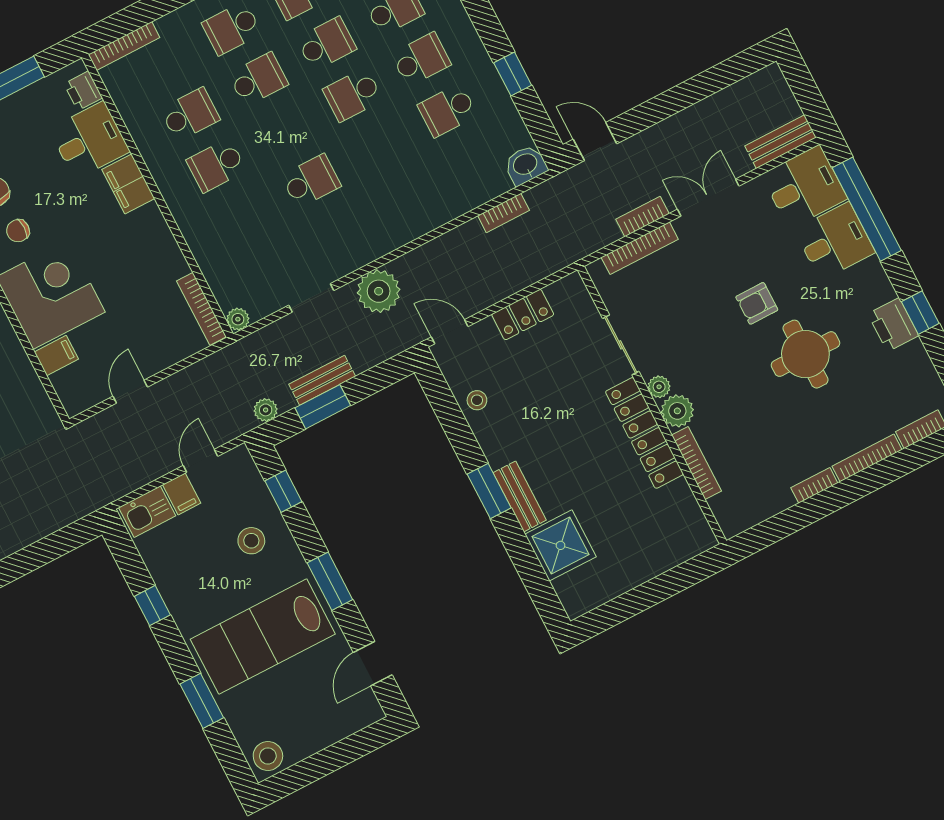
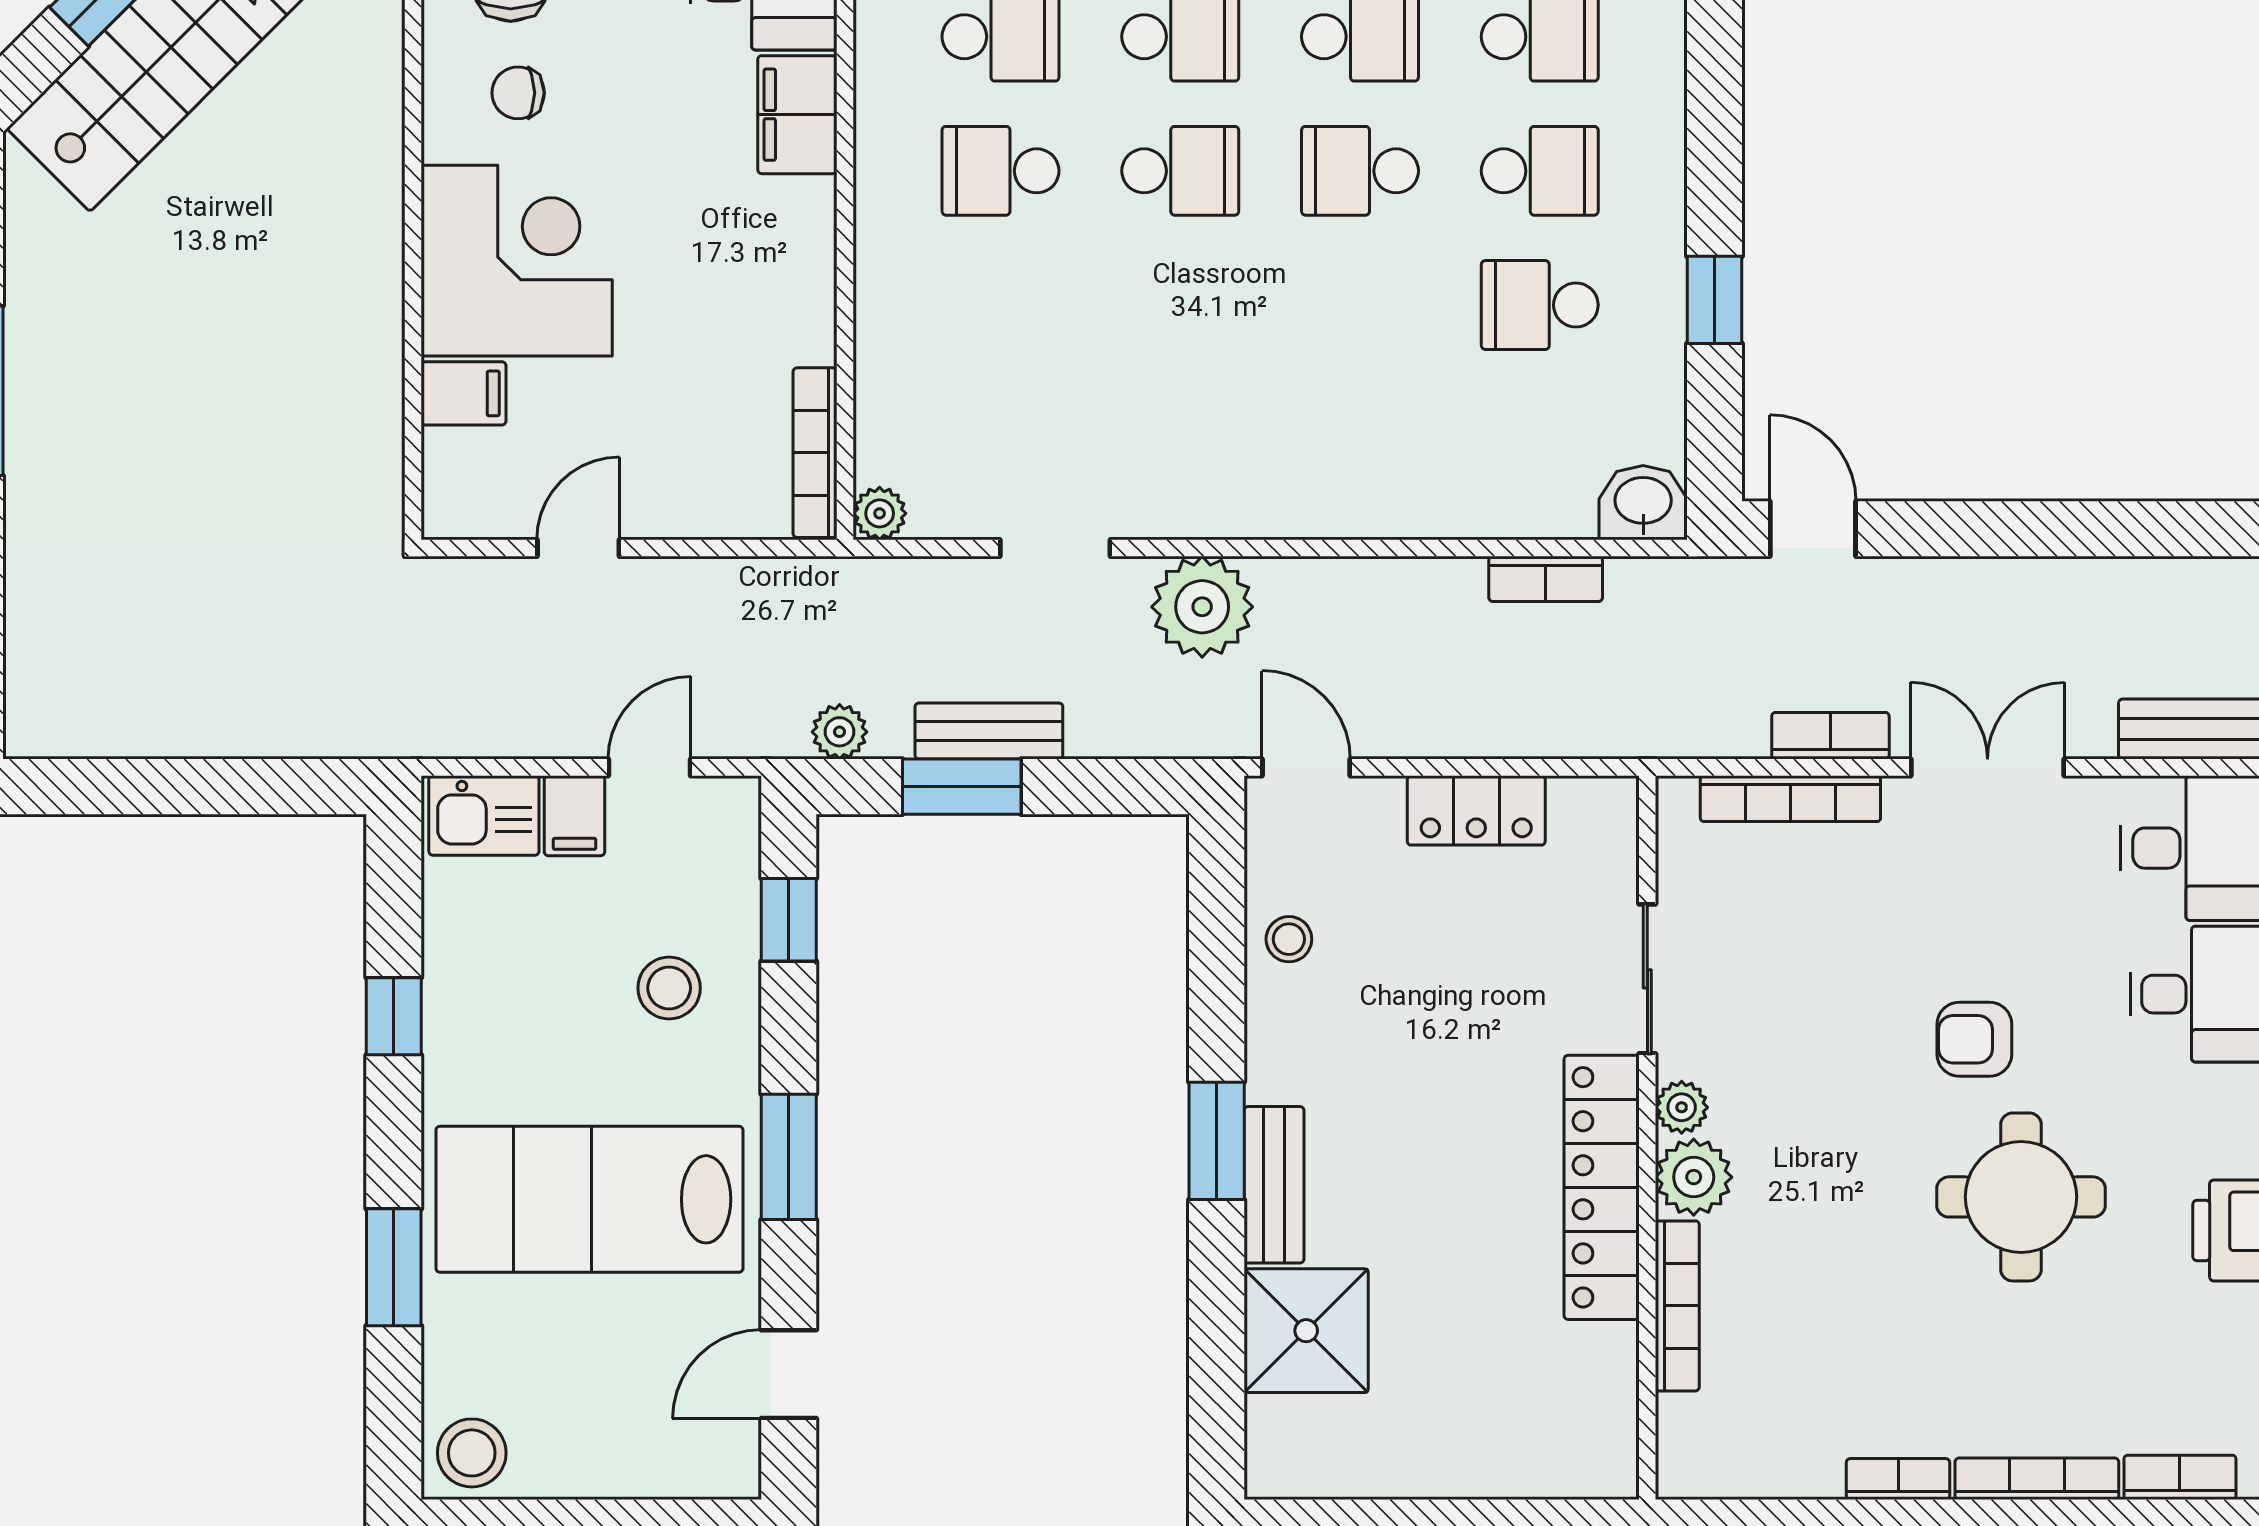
school desk: (311, 181) -> (1180, 171), moved

